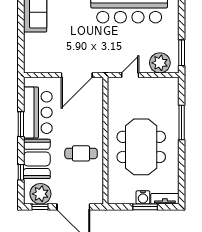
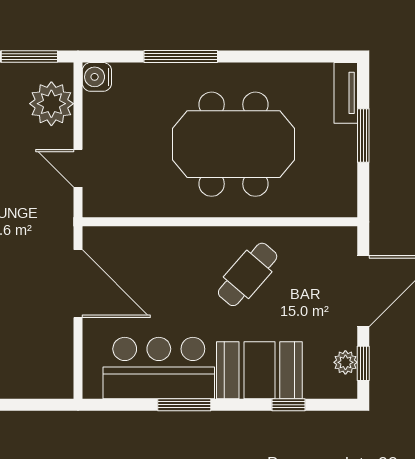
cafe table: (81, 153) -> (248, 274), turned 41
plant: (40, 194) -> (345, 362), width x0.53, depth x0.53
water cooler: (143, 197) -> (97, 77), moved, turned 180

